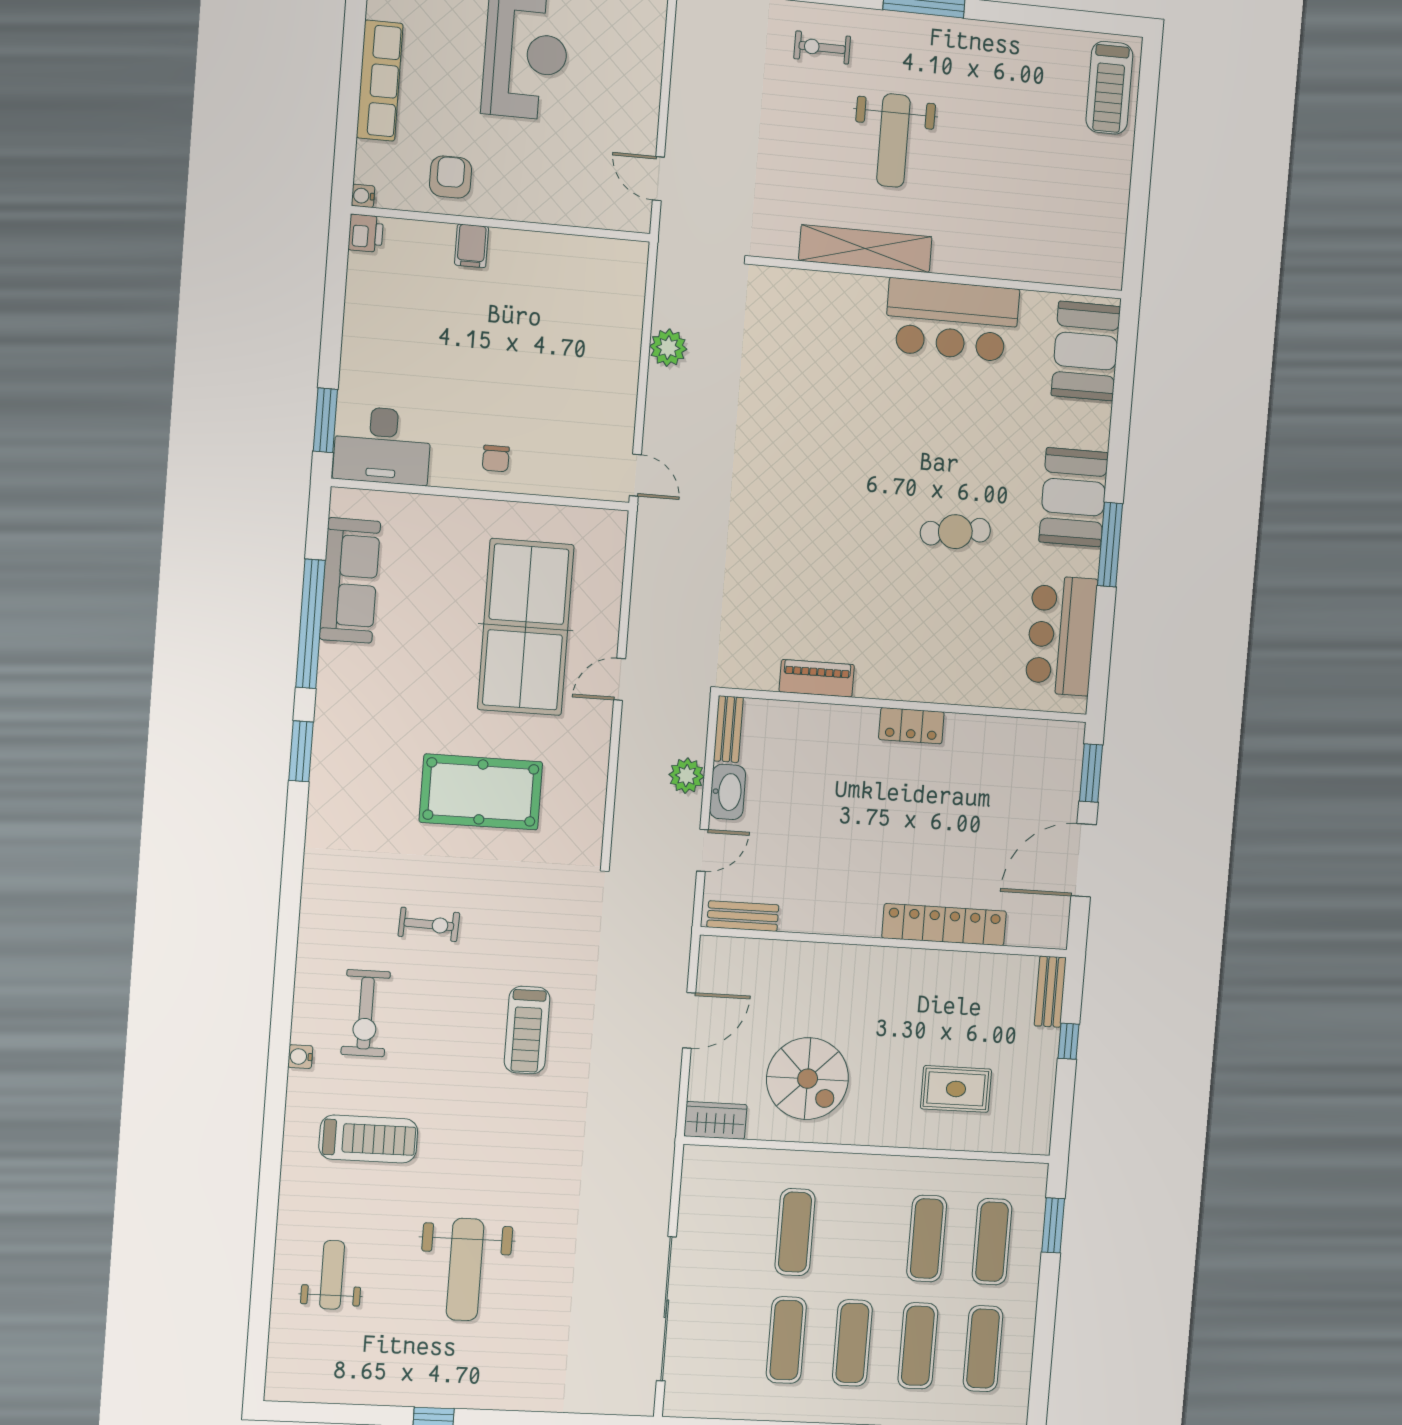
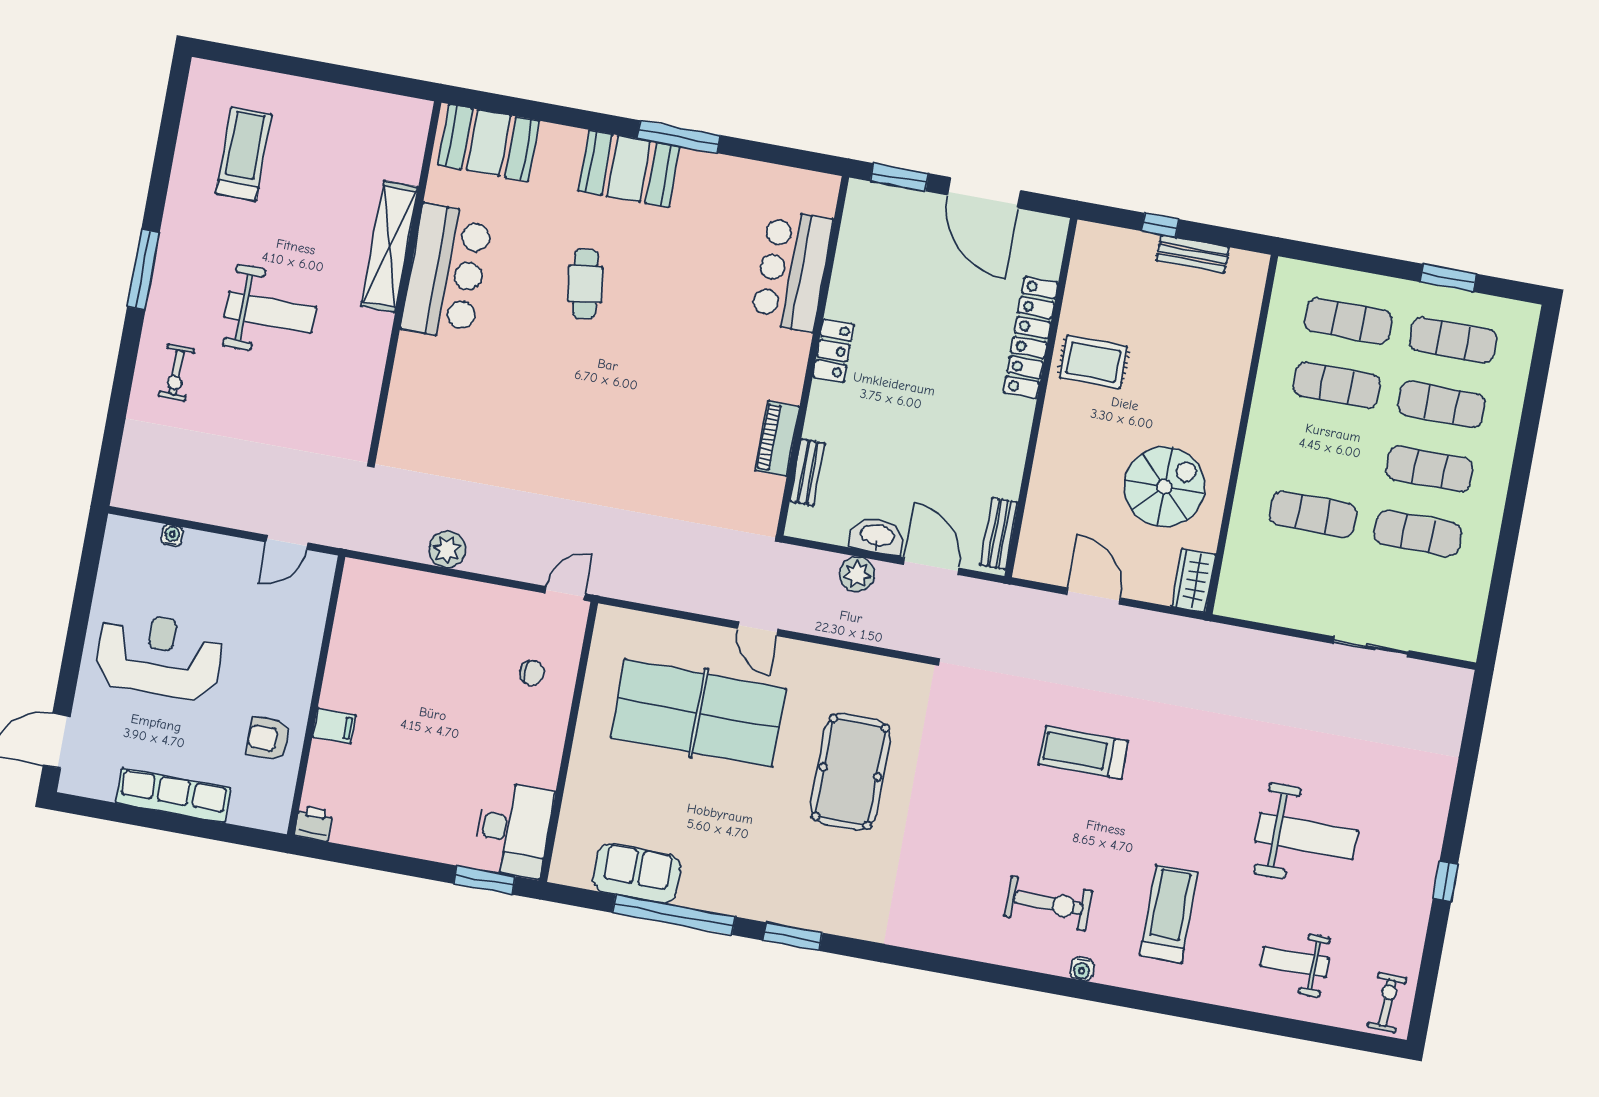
treadmill: (1109, 88) -> (244, 154), moved, turned -90
water cooler: (363, 196) -> (172, 536), moved, turned 180
shelving: (865, 249) -> (390, 247), moved
chair: (496, 459) -> (532, 673), moved
cafe table: (955, 532) -> (585, 284), moved
sofa: (350, 580) -> (637, 873), width x0.73
bar counter: (1061, 635) -> (792, 270), moved, turned 90
bench: (728, 729) -> (807, 472), moved, turned 90
door: (702, 850) -> (931, 566), width x1.38
exercise bike: (429, 924) -> (1387, 1003), moved
bench: (1050, 992) -> (1193, 254), moved
treadmill: (527, 1030) -> (1083, 752), turned 180
rug: (956, 1089) -> (1094, 362), moved, turned 90
window: (1053, 1225) -> (1448, 278), moved
sliding door: (666, 1309) -> (1371, 647), width x0.54

